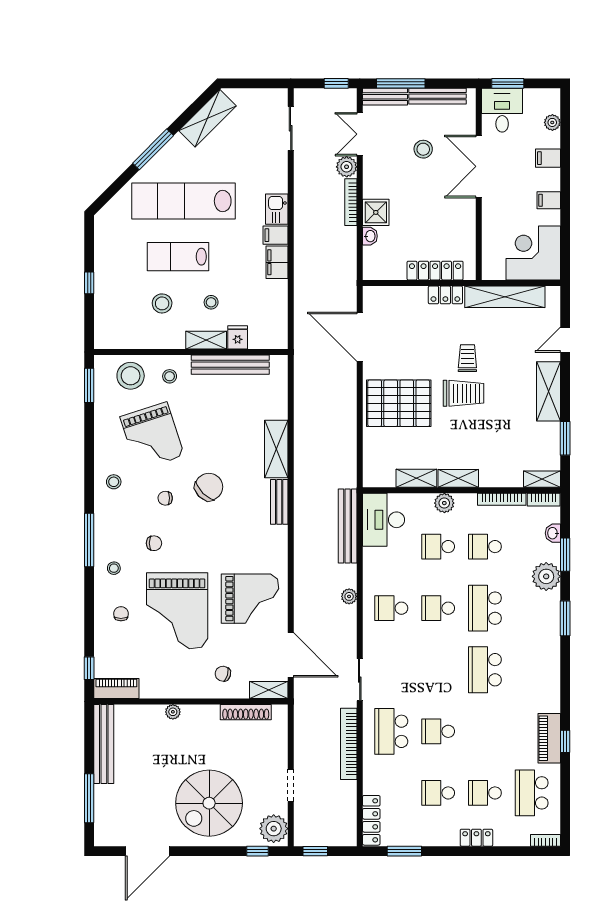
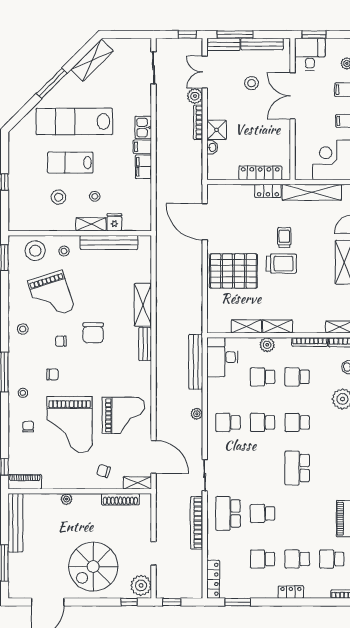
chair: (209, 487) -> (93, 333), turned 135
school desk: (485, 608) -> (297, 422), width x0.54
school desk: (532, 793) -> (332, 559), width x0.54

